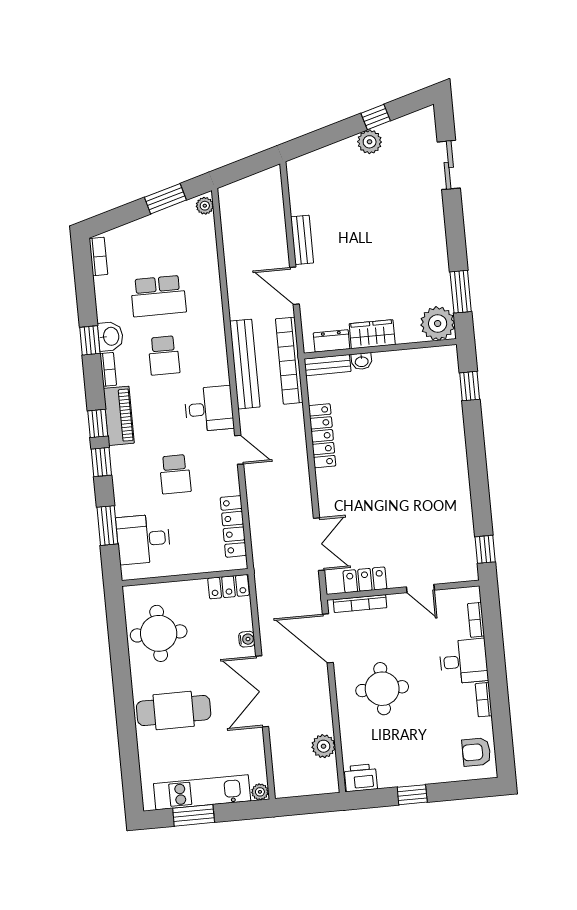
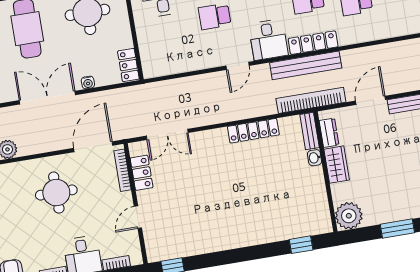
window: (461, 292) -> (397, 229), moved
locker: (233, 526) -> (313, 43), moved

